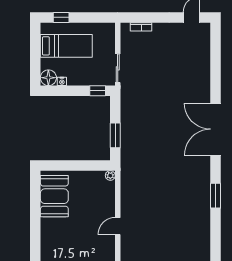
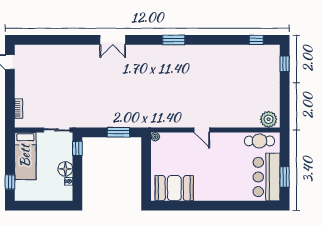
bed: (66, 46) -> (25, 156), moved, turned 180
floor lamp: (48, 78) -> (65, 169), moved
double door: (216, 129) -> (113, 40), width x0.54

